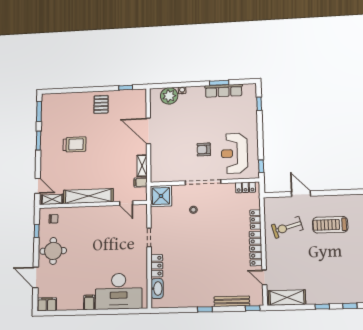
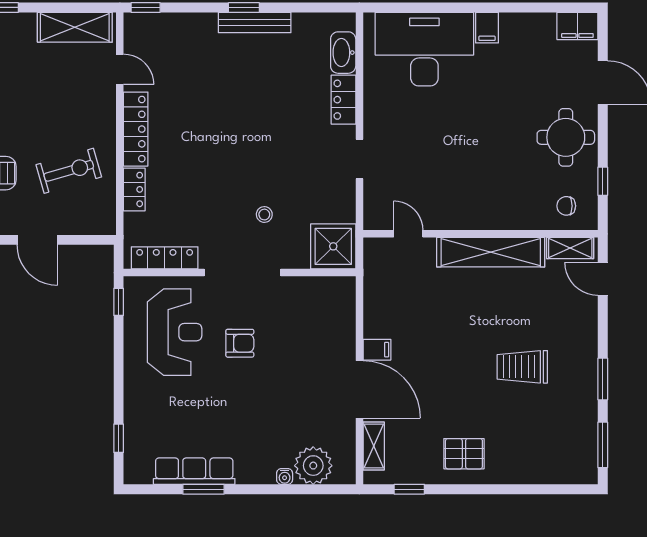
pallet: (101, 104) -> (464, 454), turned 90
shelving: (142, 166) -> (374, 446), moved
filing cabinet: (141, 182) -> (377, 350), moved
locker: (245, 187) -> (165, 258), width x1.53
bench: (232, 301) -> (255, 22), moved

